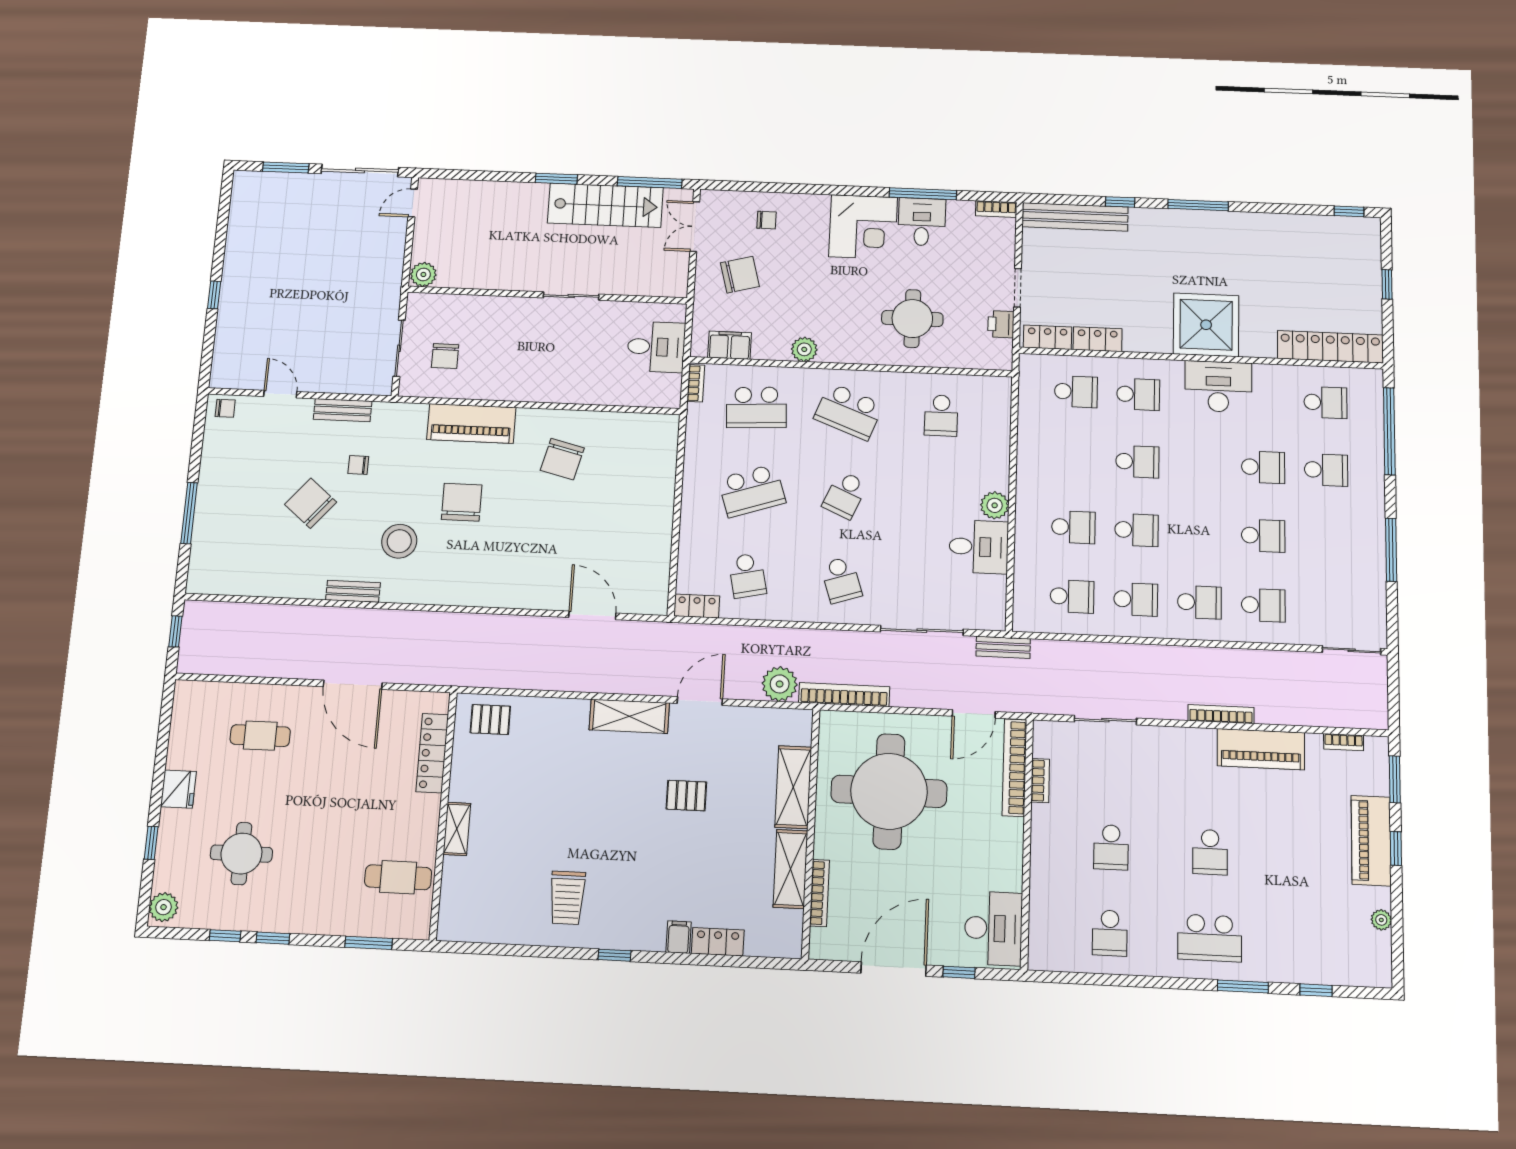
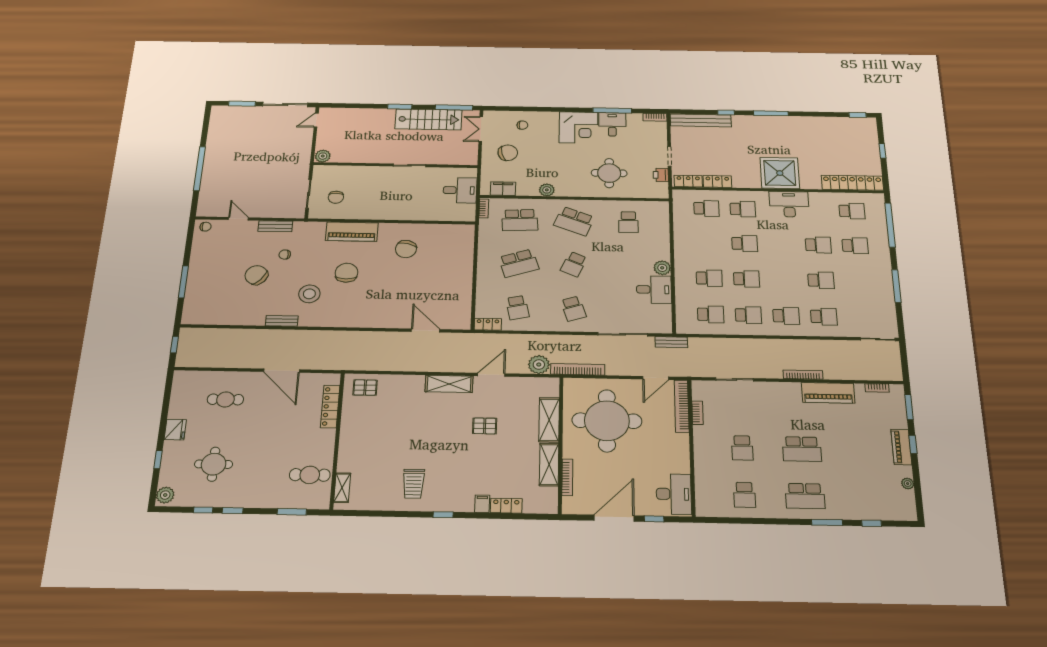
window: (214, 295) -> (200, 169), width x3.17
shelving: (457, 829) -> (342, 488), moved
piano: (1371, 841) -> (901, 447), width x0.73, depth x0.75
school desk: (1210, 852) -> (802, 449), width x1.85

